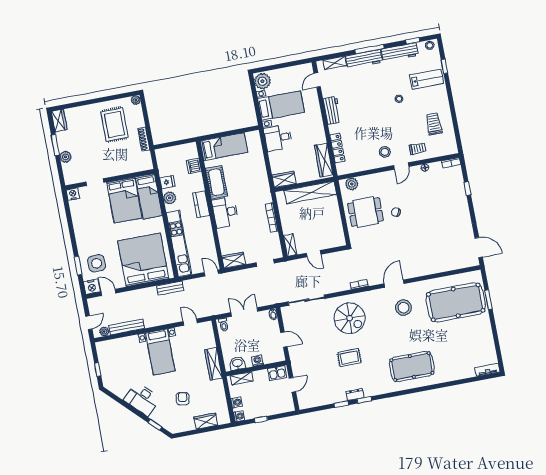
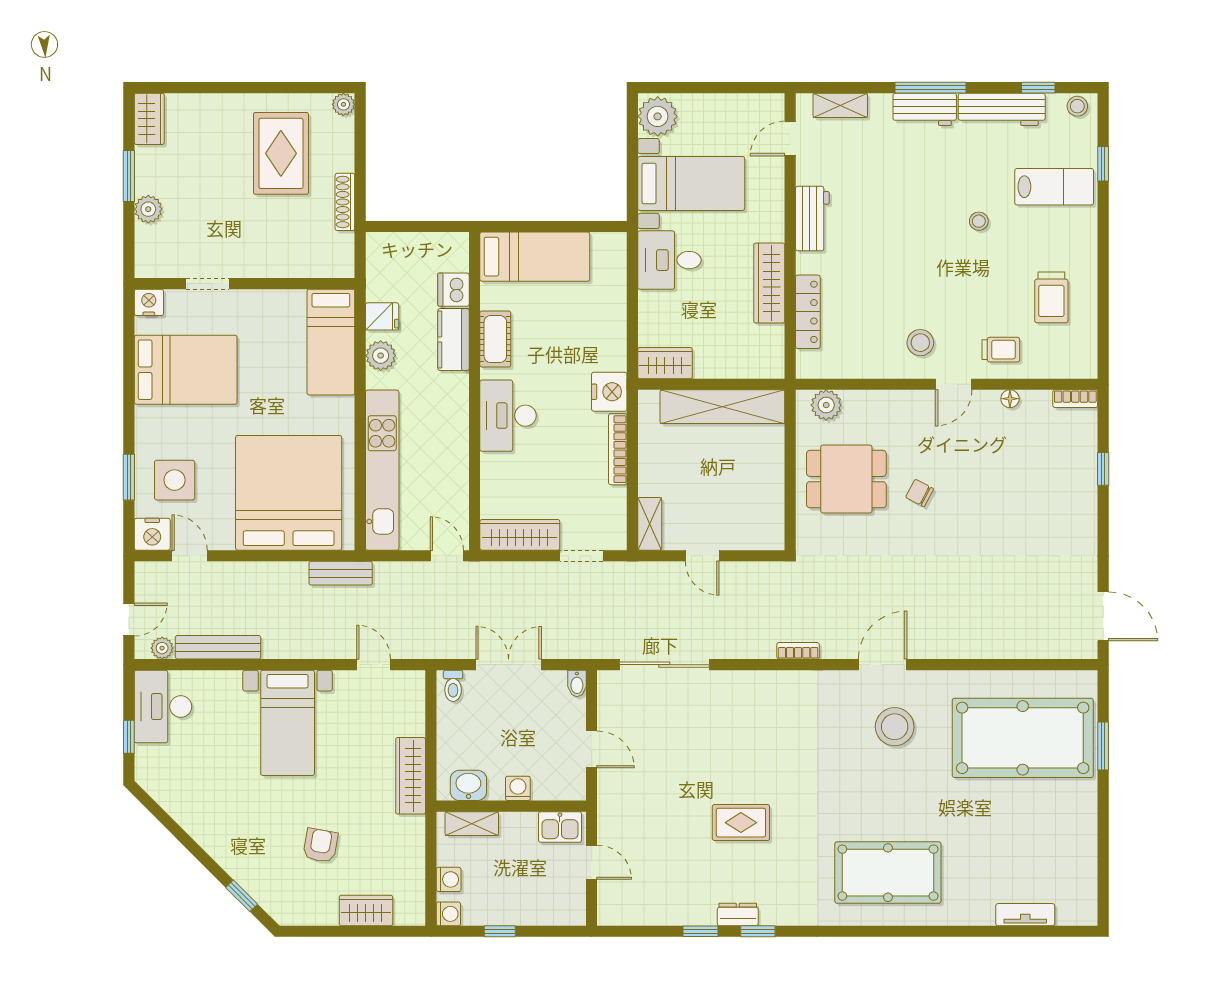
workbench: (364, 59) -> (925, 109), width x0.73
trolley: (434, 124) -> (1051, 297), turned 180
wardrobe: (324, 160) -> (769, 283), moved
cot: (216, 182) -> (495, 339), width x0.73, depth x0.75
nightstand: (264, 195) -> (609, 392), added
bed: (124, 200) -> (186, 370), moved, turned -90
kitchen counter: (201, 204) -> (454, 339), moved
wardrobe: (234, 260) -> (520, 535), width x1.50
spiral stairs: (350, 318) -> (759, 728), removed
tv unit: (487, 370) -> (1025, 915), moved
door: (292, 385) -> (592, 862), hinge flipped
desk: (142, 399) -> (163, 707), moved, turned 45

